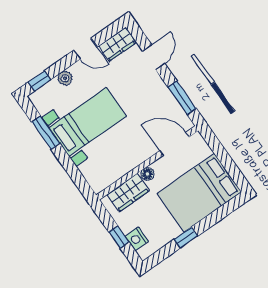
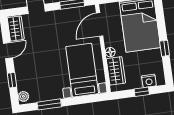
plant: (65, 78) -> (23, 96), moved
window: (39, 81) -> (12, 80), moved
bed with nightstands: (88, 122) -> (82, 70), moved

